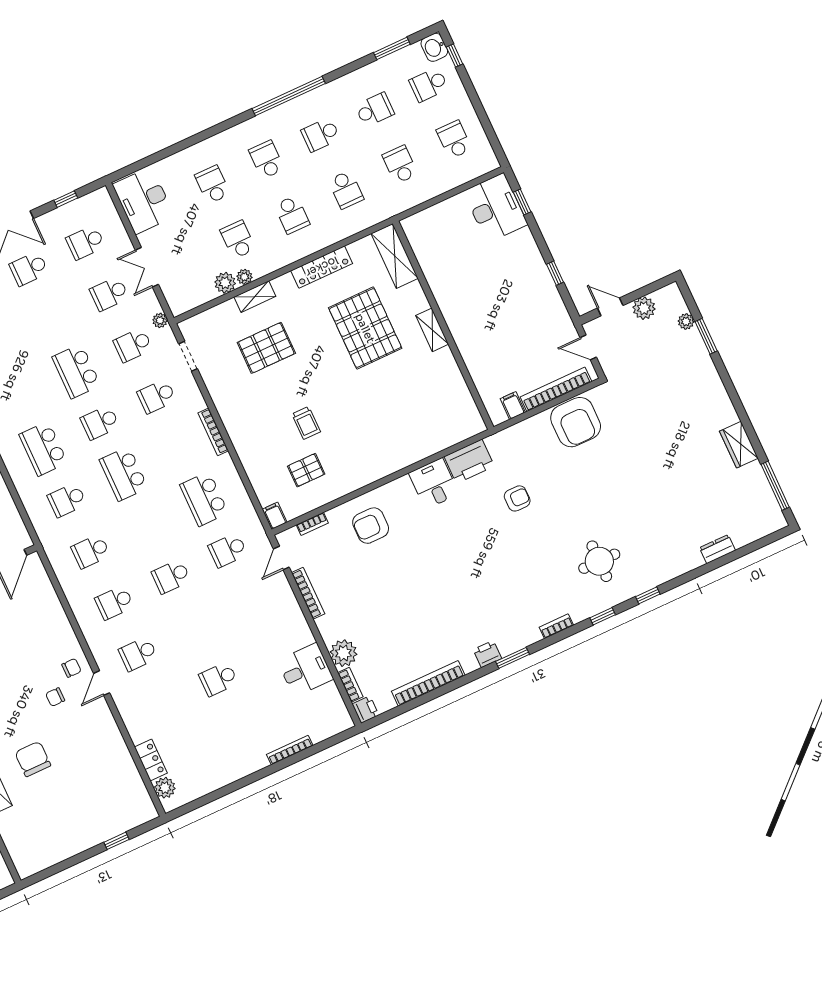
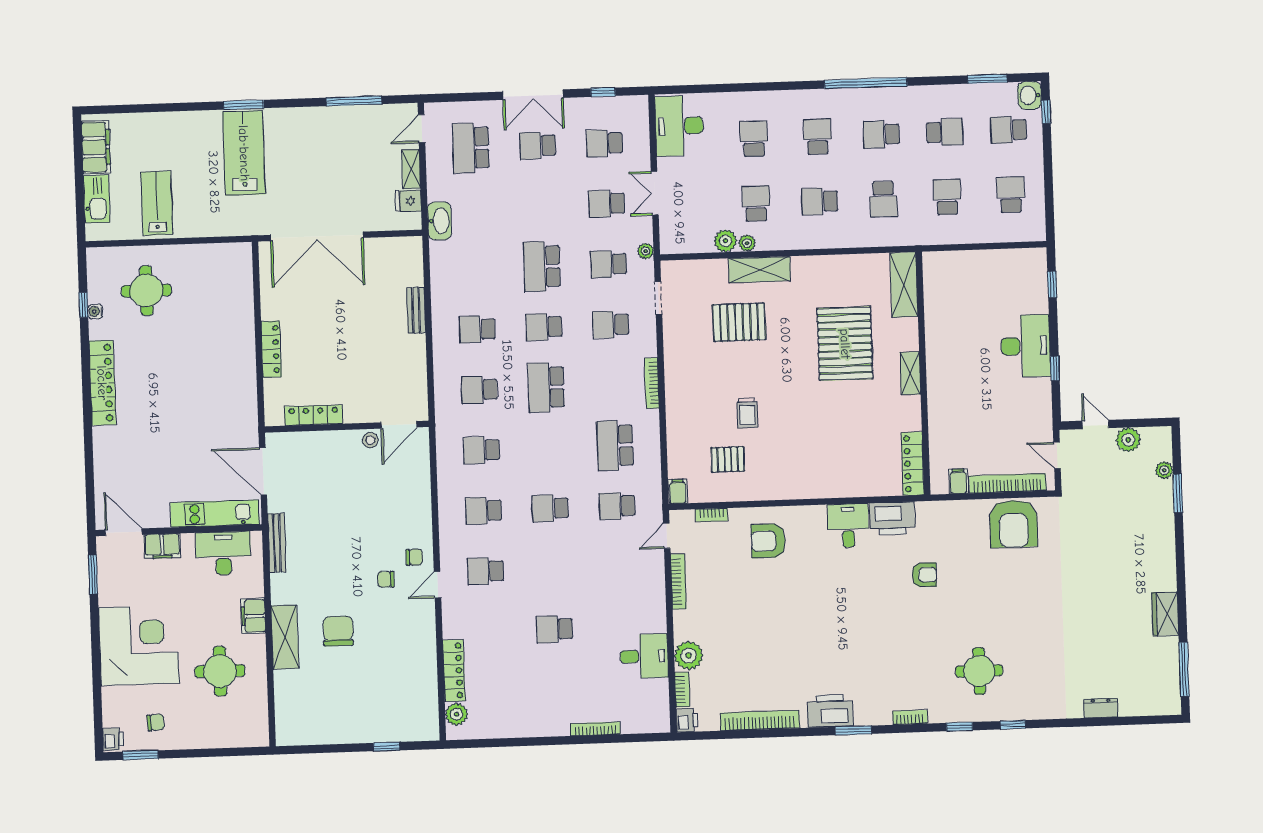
desk: (495, 208) -> (1026, 346), moved
school desk: (292, 215) -> (820, 201), turned 90
locker: (322, 267) -> (913, 464), moved, turned 90
shelving: (255, 297) -> (759, 270), width x1.50, depth x1.33
school desk: (43, 449) -> (477, 329), width x0.54
printer: (487, 654) -> (830, 711), width x1.87, depth x1.48
locker: (151, 760) -> (454, 670), width x1.53

